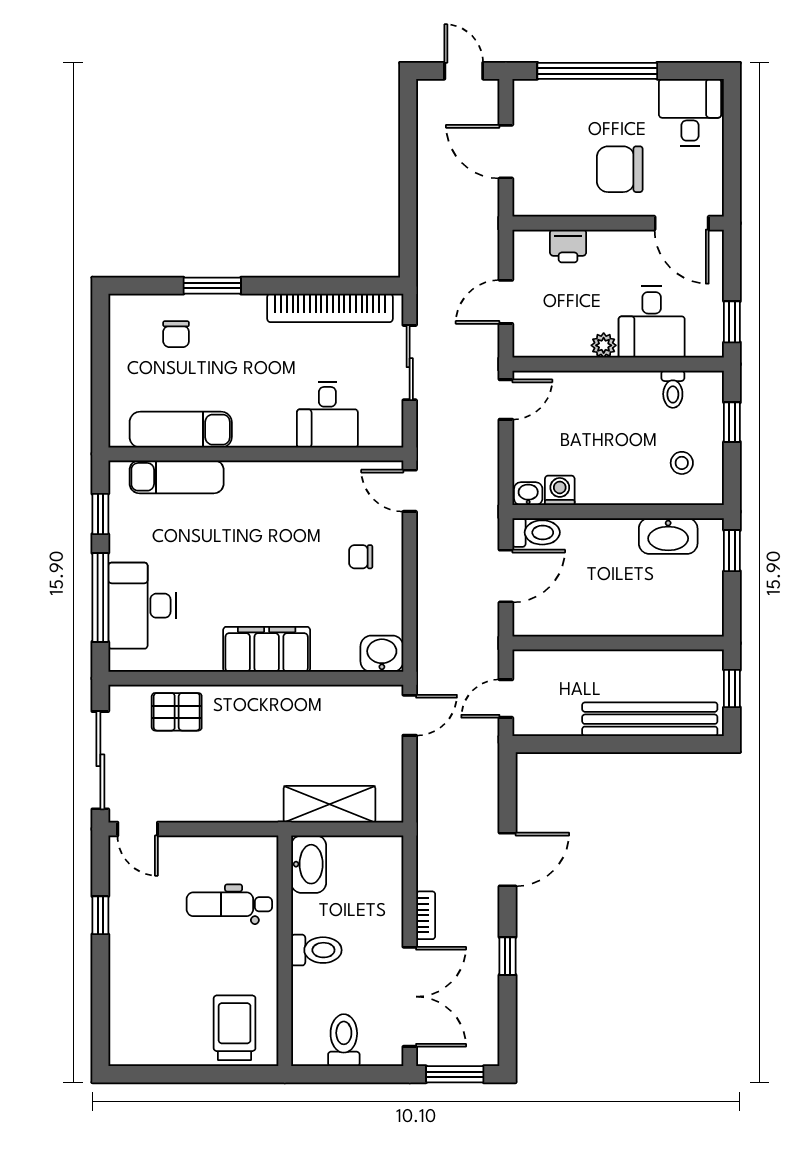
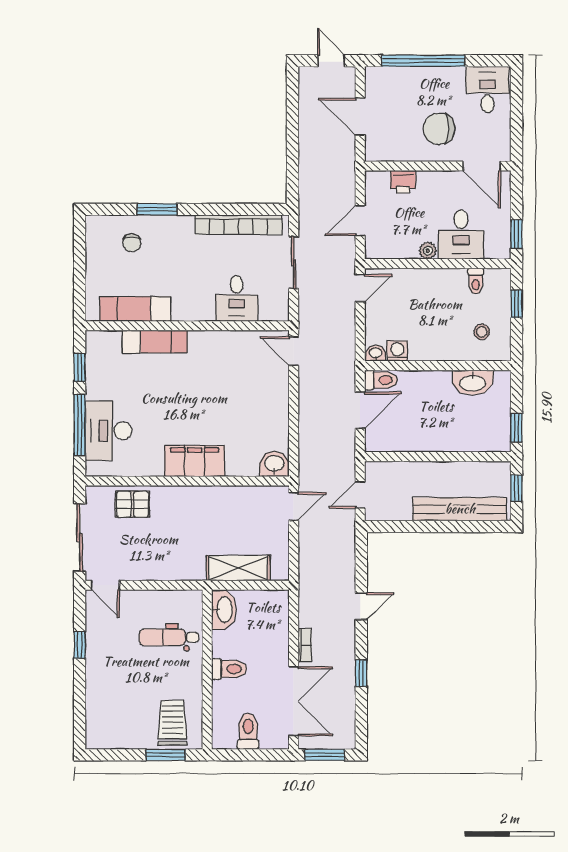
exam couch: (177, 477) -> (155, 342), moved
window: (732, 551) -> (517, 428), moved
chair: (361, 557) -> (260, 397), removed
door: (507, 860) -> (361, 606), width x0.73
window: (225, 1074) -> (166, 755), added

